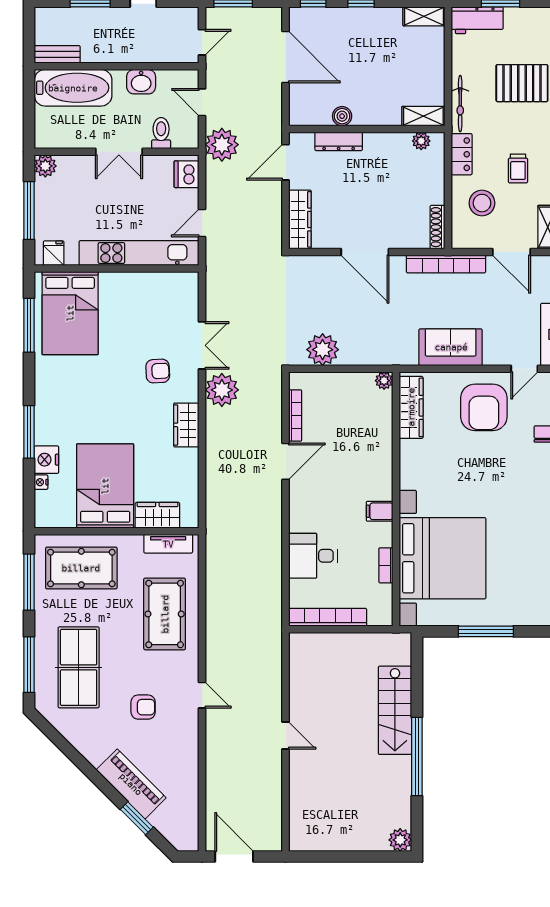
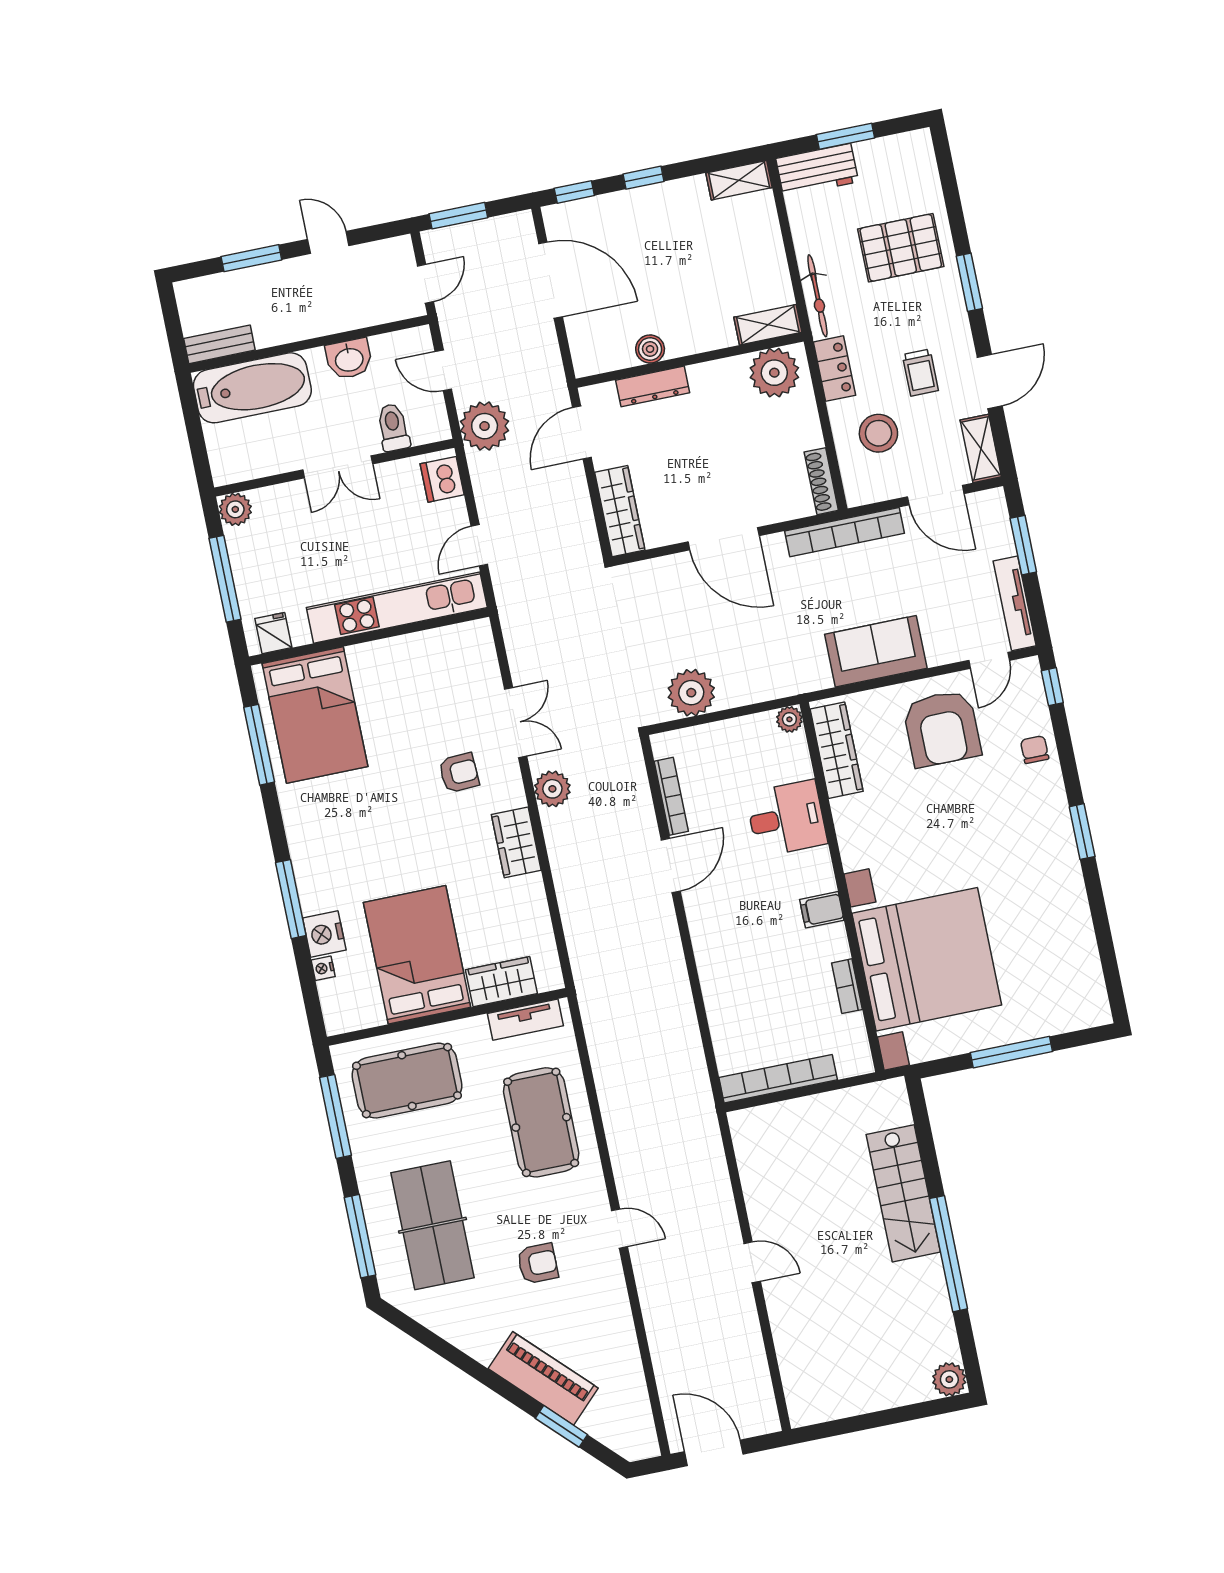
plant: (421, 141) -> (774, 373), width x1.88, depth x1.88
plant: (222, 390) -> (552, 789), width x0.73, depth x0.73
desk: (313, 556) -> (786, 818), moved, turned 180

